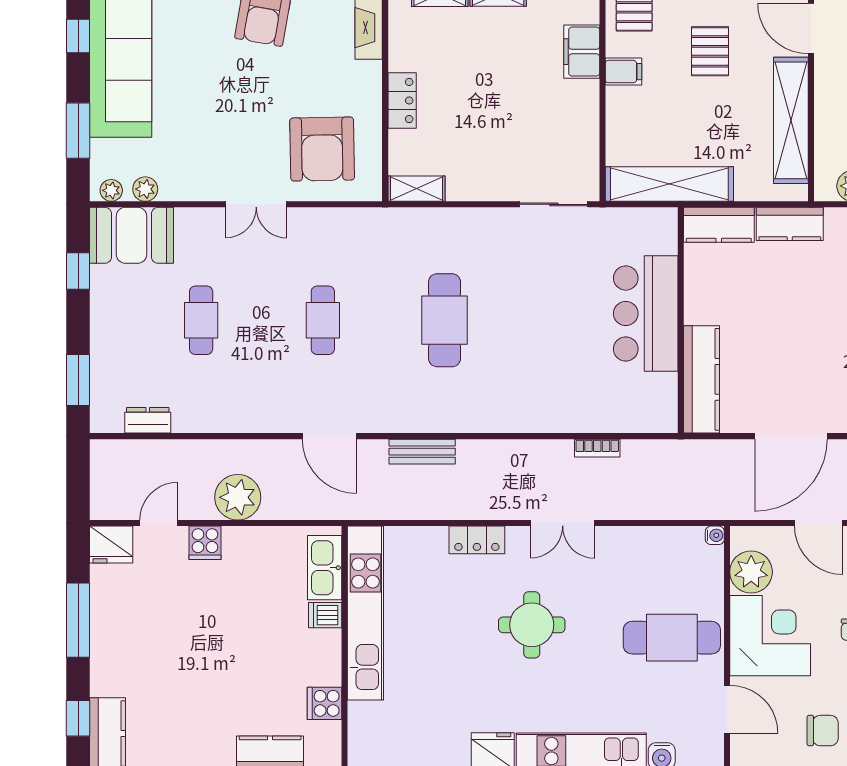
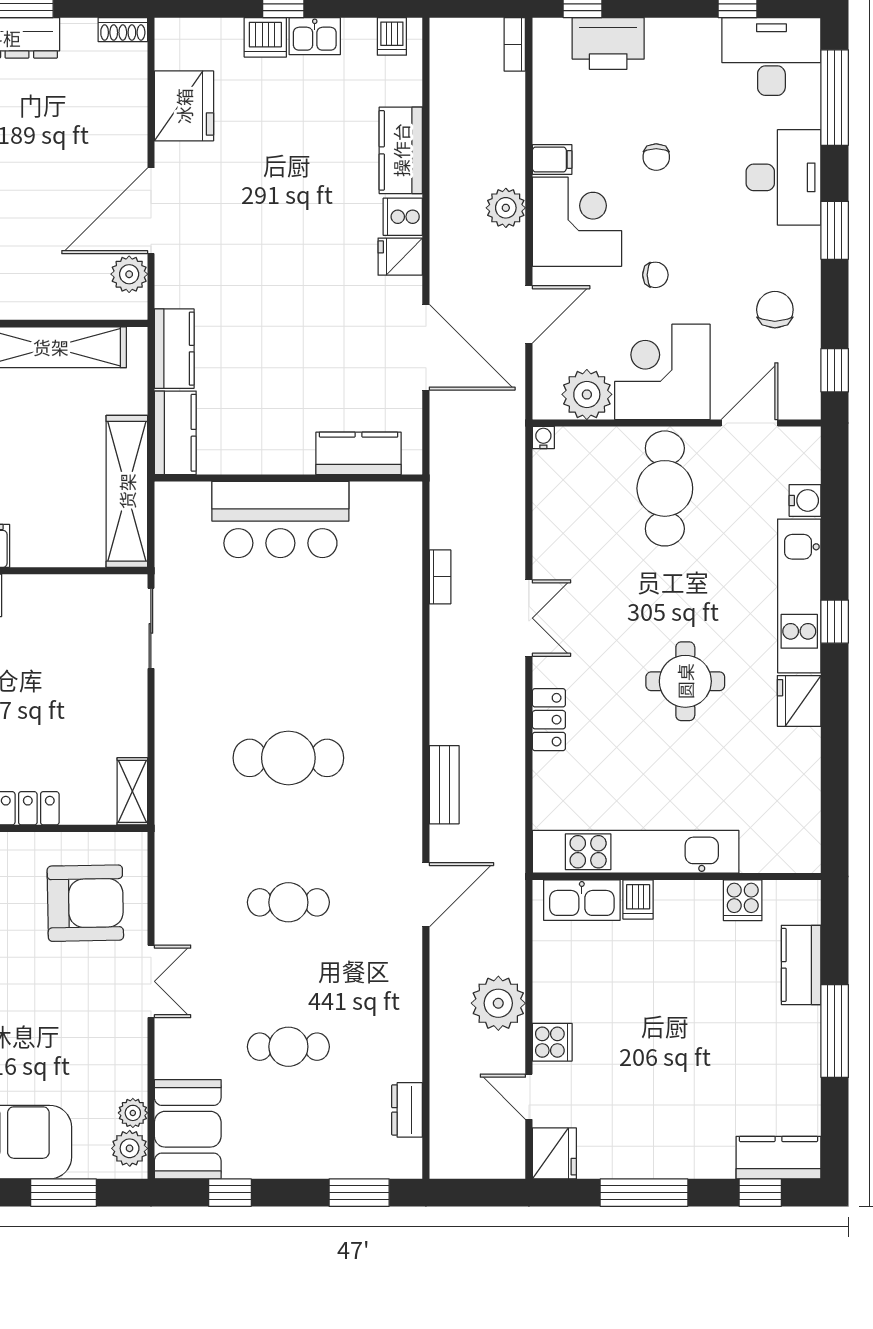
plant: (111, 190) -> (130, 1148), width x1.38, depth x1.38
kitchen counter: (702, 379) -> (359, 453), width x0.67
round table: (532, 625) -> (685, 681), moved

